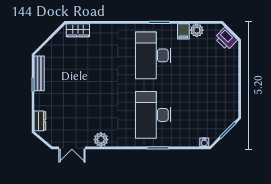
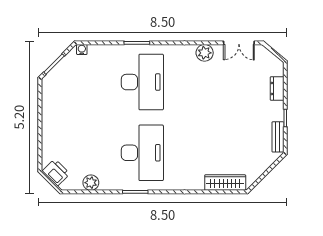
wardrobe: (78, 30) -> (225, 183), width x1.50
filing cabinet: (183, 31) -> (107, 181), removed
bench: (39, 73) -> (278, 137), width x0.73
dresser: (40, 121) -> (277, 88), moved
double door: (72, 148) -> (239, 43), swing flipped

